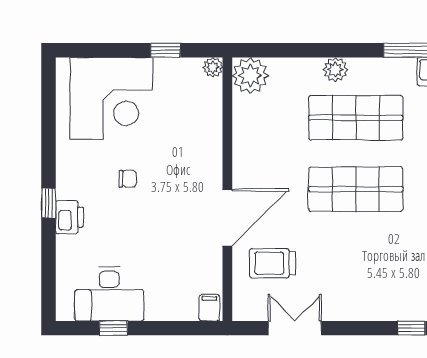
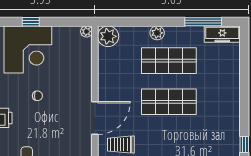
window: (165, 50) -> (31, 22), moved

